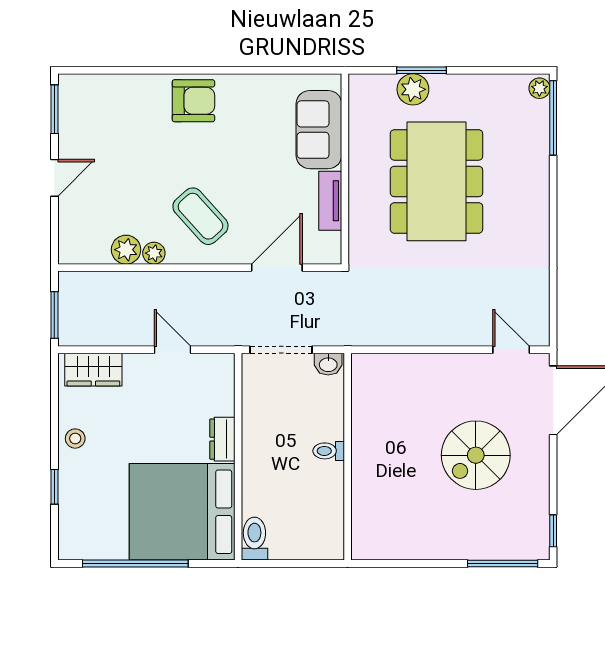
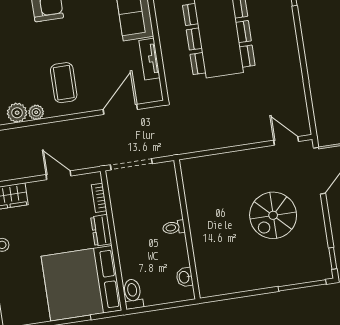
coffee table: (200, 216) -> (64, 83), turned 42
washbasin: (328, 364) -> (184, 277), moved, turned 90
bookcase: (226, 391) -> (99, 198), added

